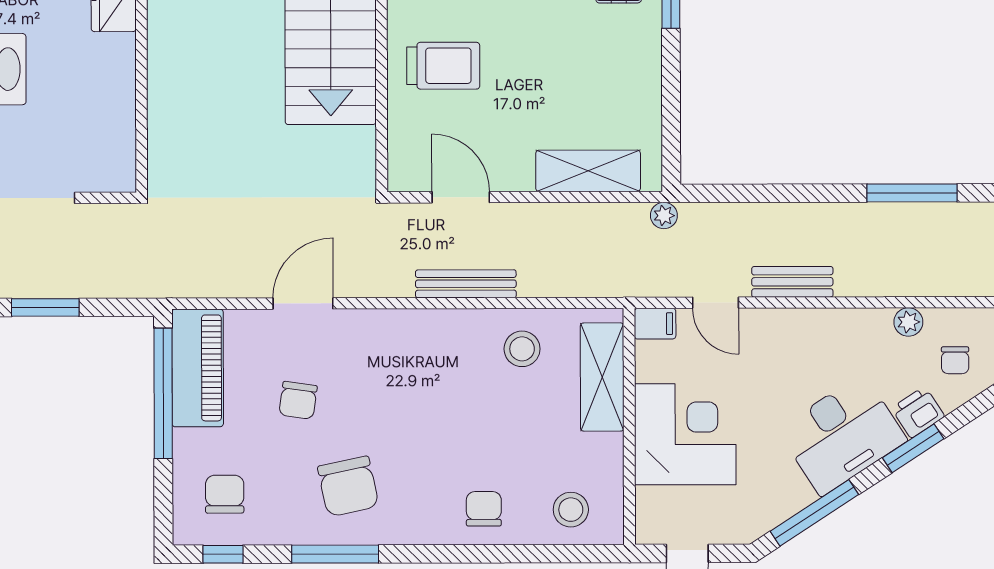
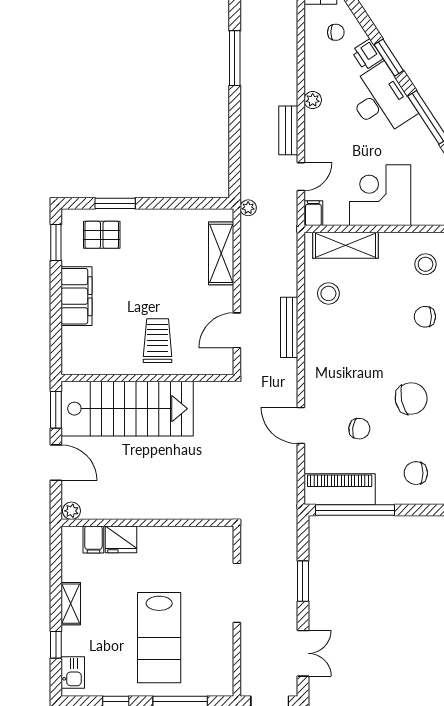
plant: (908, 322) -> (313, 100), moved

